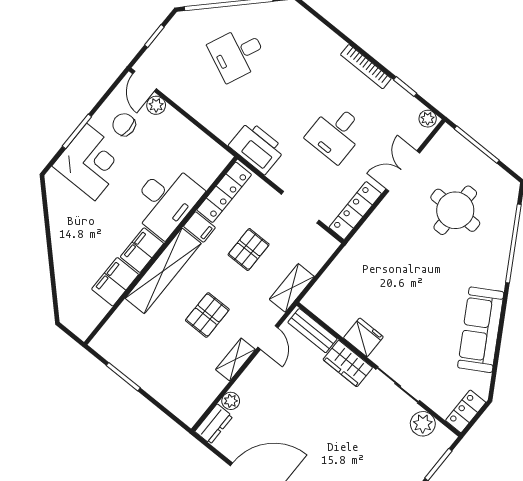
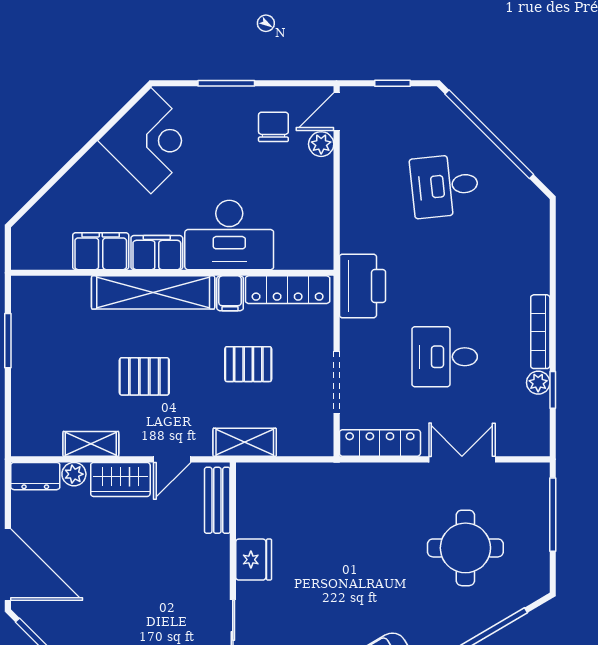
desk: (238, 54) -> (445, 186), turned -30
plant: (428, 119) -> (538, 383), moved
corner desk: (91, 162) -> (151, 141), moved, turned -45
shelving: (235, 360) -> (91, 444), moved
wardrobe: (348, 364) -> (120, 479), moved, turned -90

